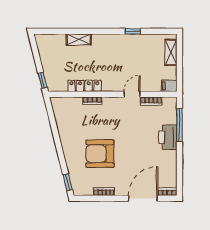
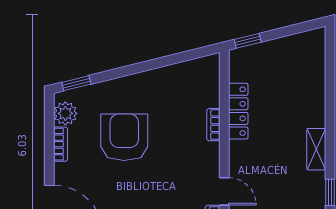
shelving: (79, 39) -> (316, 149), moved
plant: (86, 189) -> (65, 113), added

